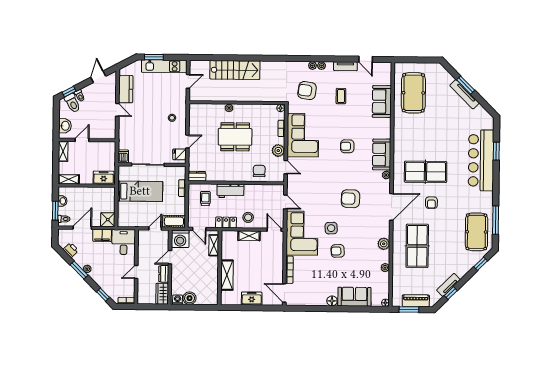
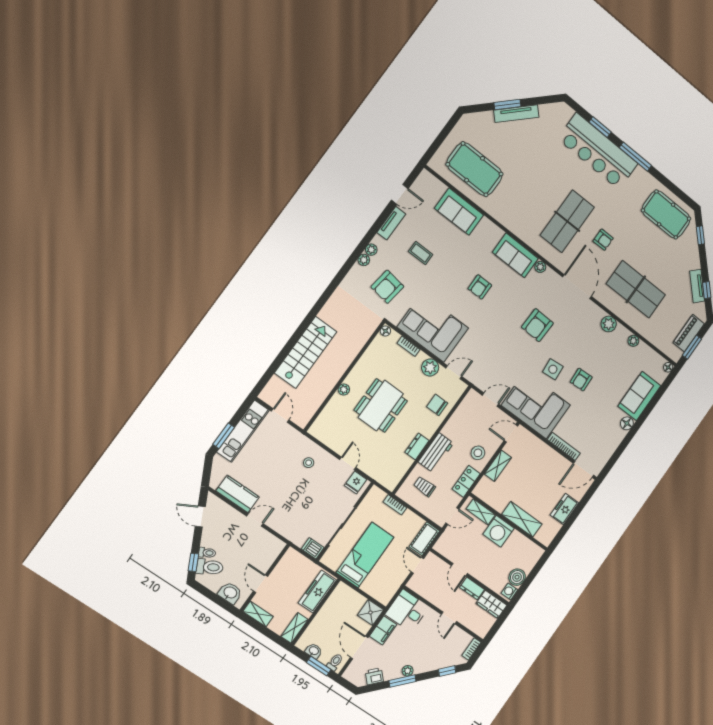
dresser: (197, 176) -> (417, 446), moved
freezer: (104, 178) -> (317, 591), width x1.40
window: (496, 220) -> (635, 157), moved
washing machine: (180, 239) -> (499, 531), moved, turned 90

